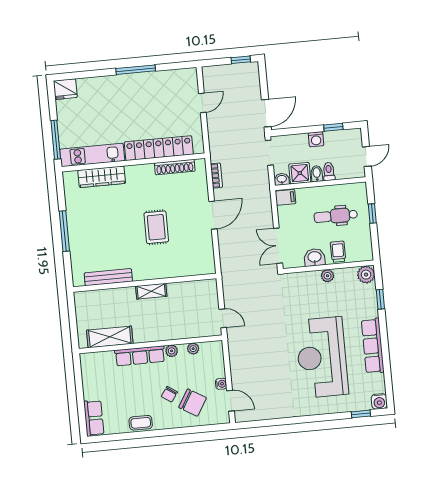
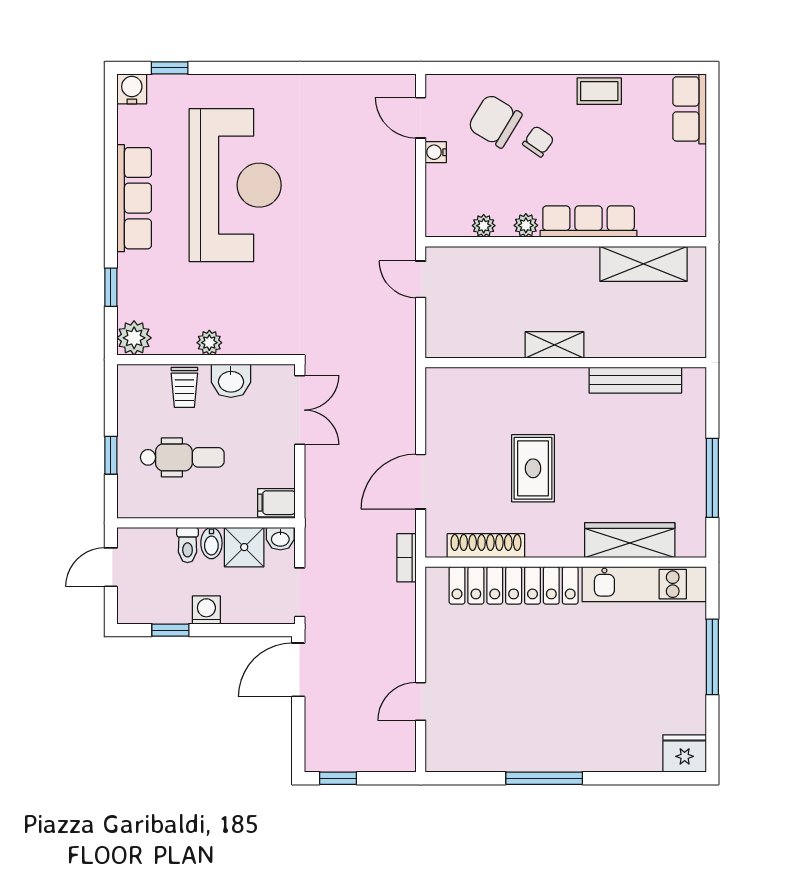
locker: (159, 148) -> (514, 585), moved
kitchen unit: (92, 155) -> (644, 584), moved
wall: (133, 162) -> (566, 562), moved
shoe rack: (175, 167) -> (486, 546), moved
wardrobe: (102, 177) -> (630, 540), moved

